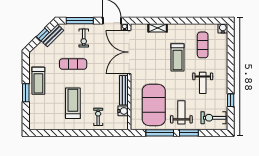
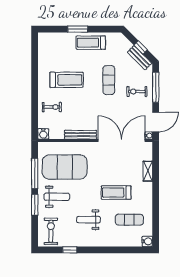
water cooler: (123, 111) -> (43, 134), moved

